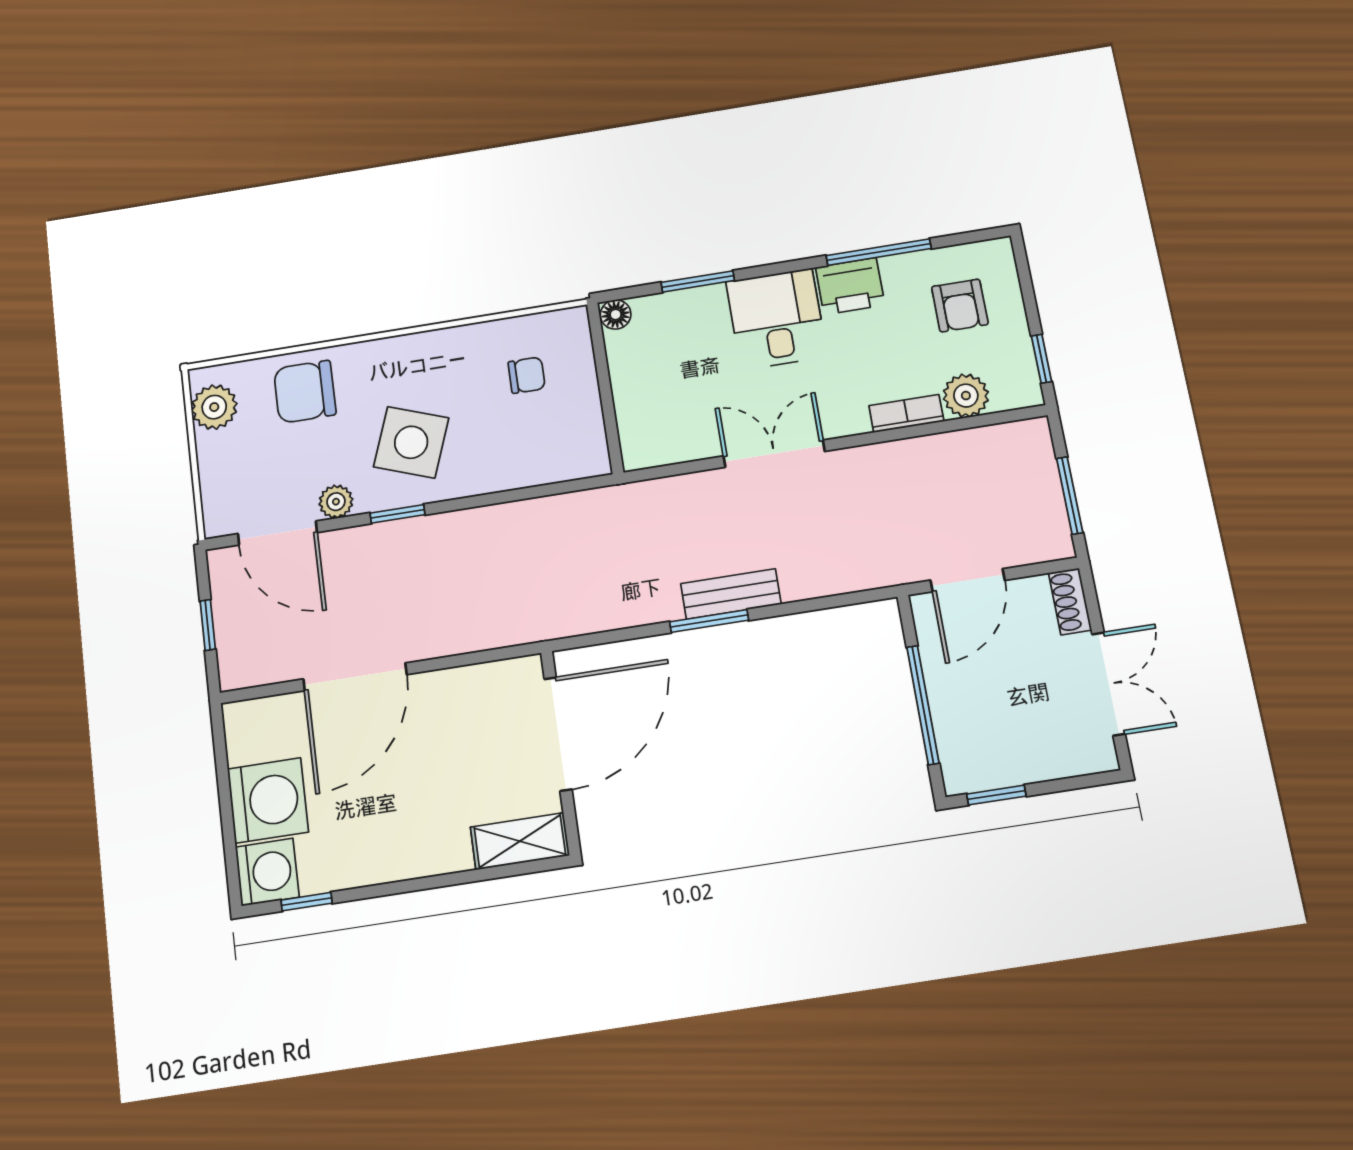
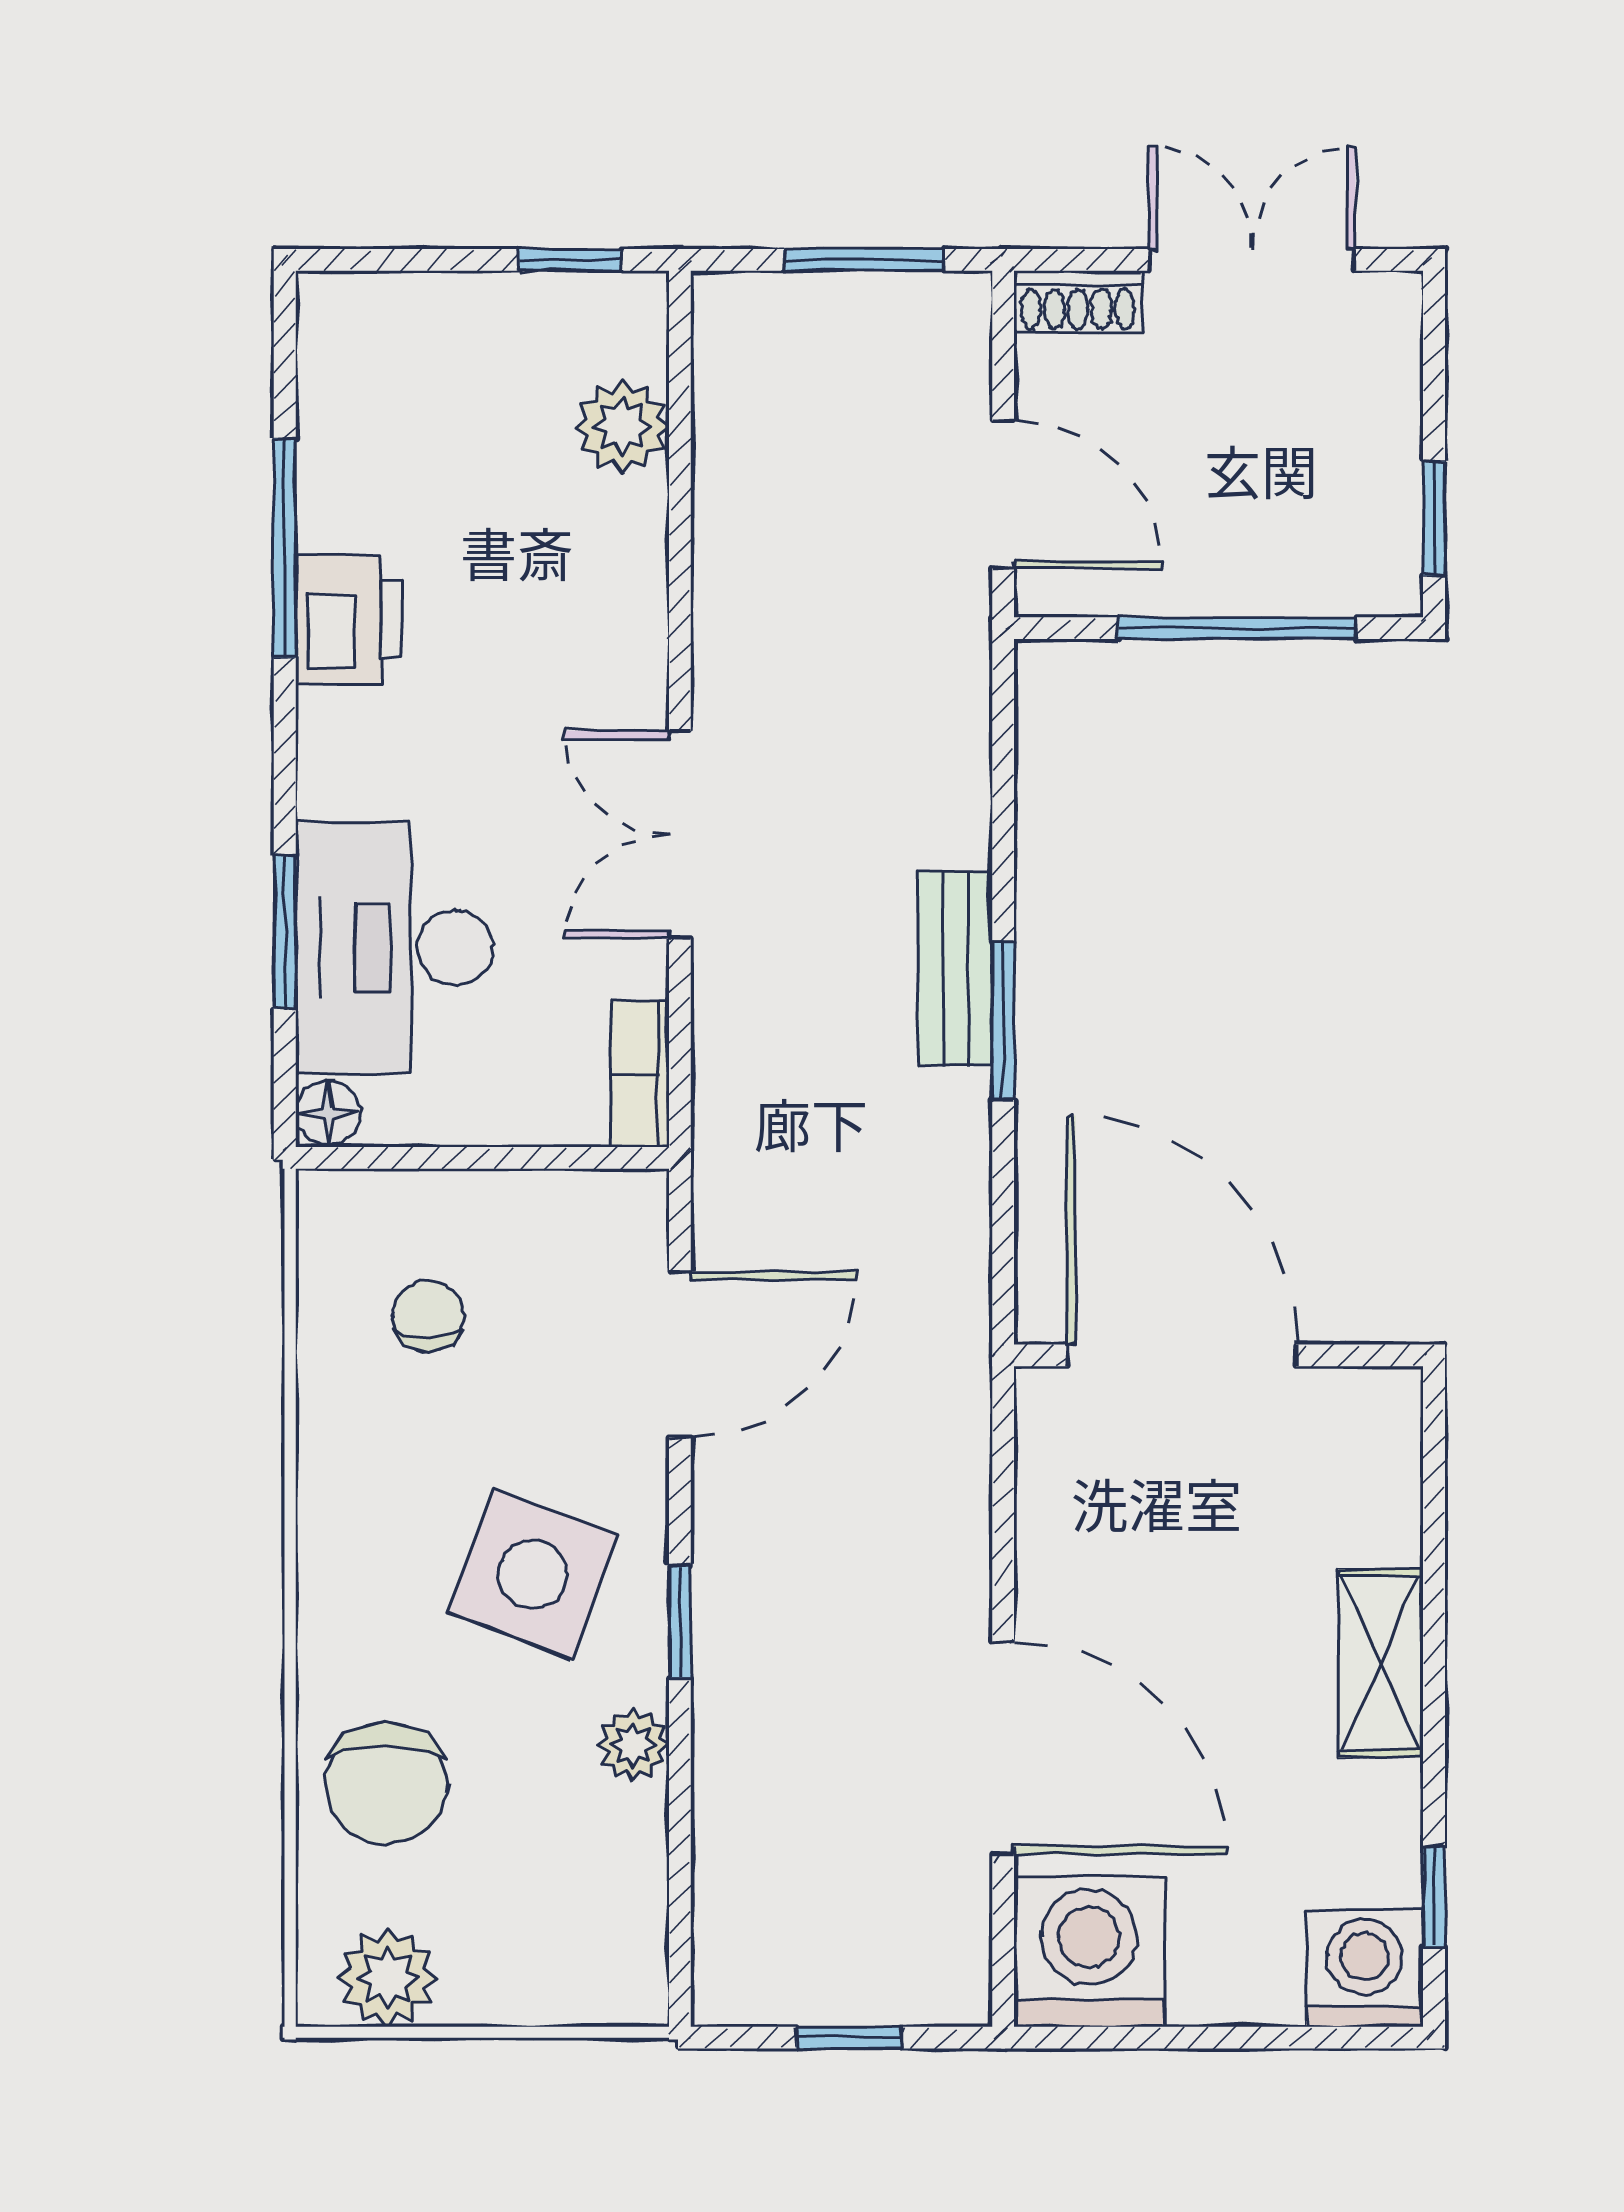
armchair: (960, 305) -> (429, 403), removed
desk: (776, 319) -> (394, 948), moved, width x1.37
bookcase: (906, 413) -> (640, 1074), moved
door: (277, 533) -> (680, 1355), moved
washing machine: (268, 800) -> (1089, 1952), moved
shelving: (520, 841) -> (1381, 1663), moved

